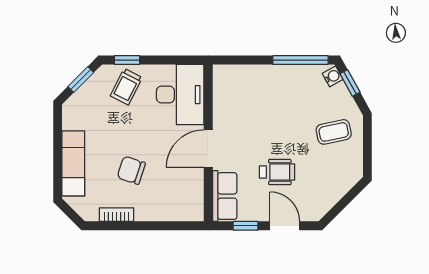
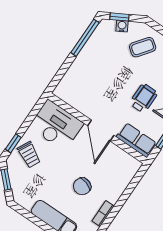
water cooler: (333, 76) -> (122, 26), moved
coffee table: (334, 132) -> (143, 47), turned 49

